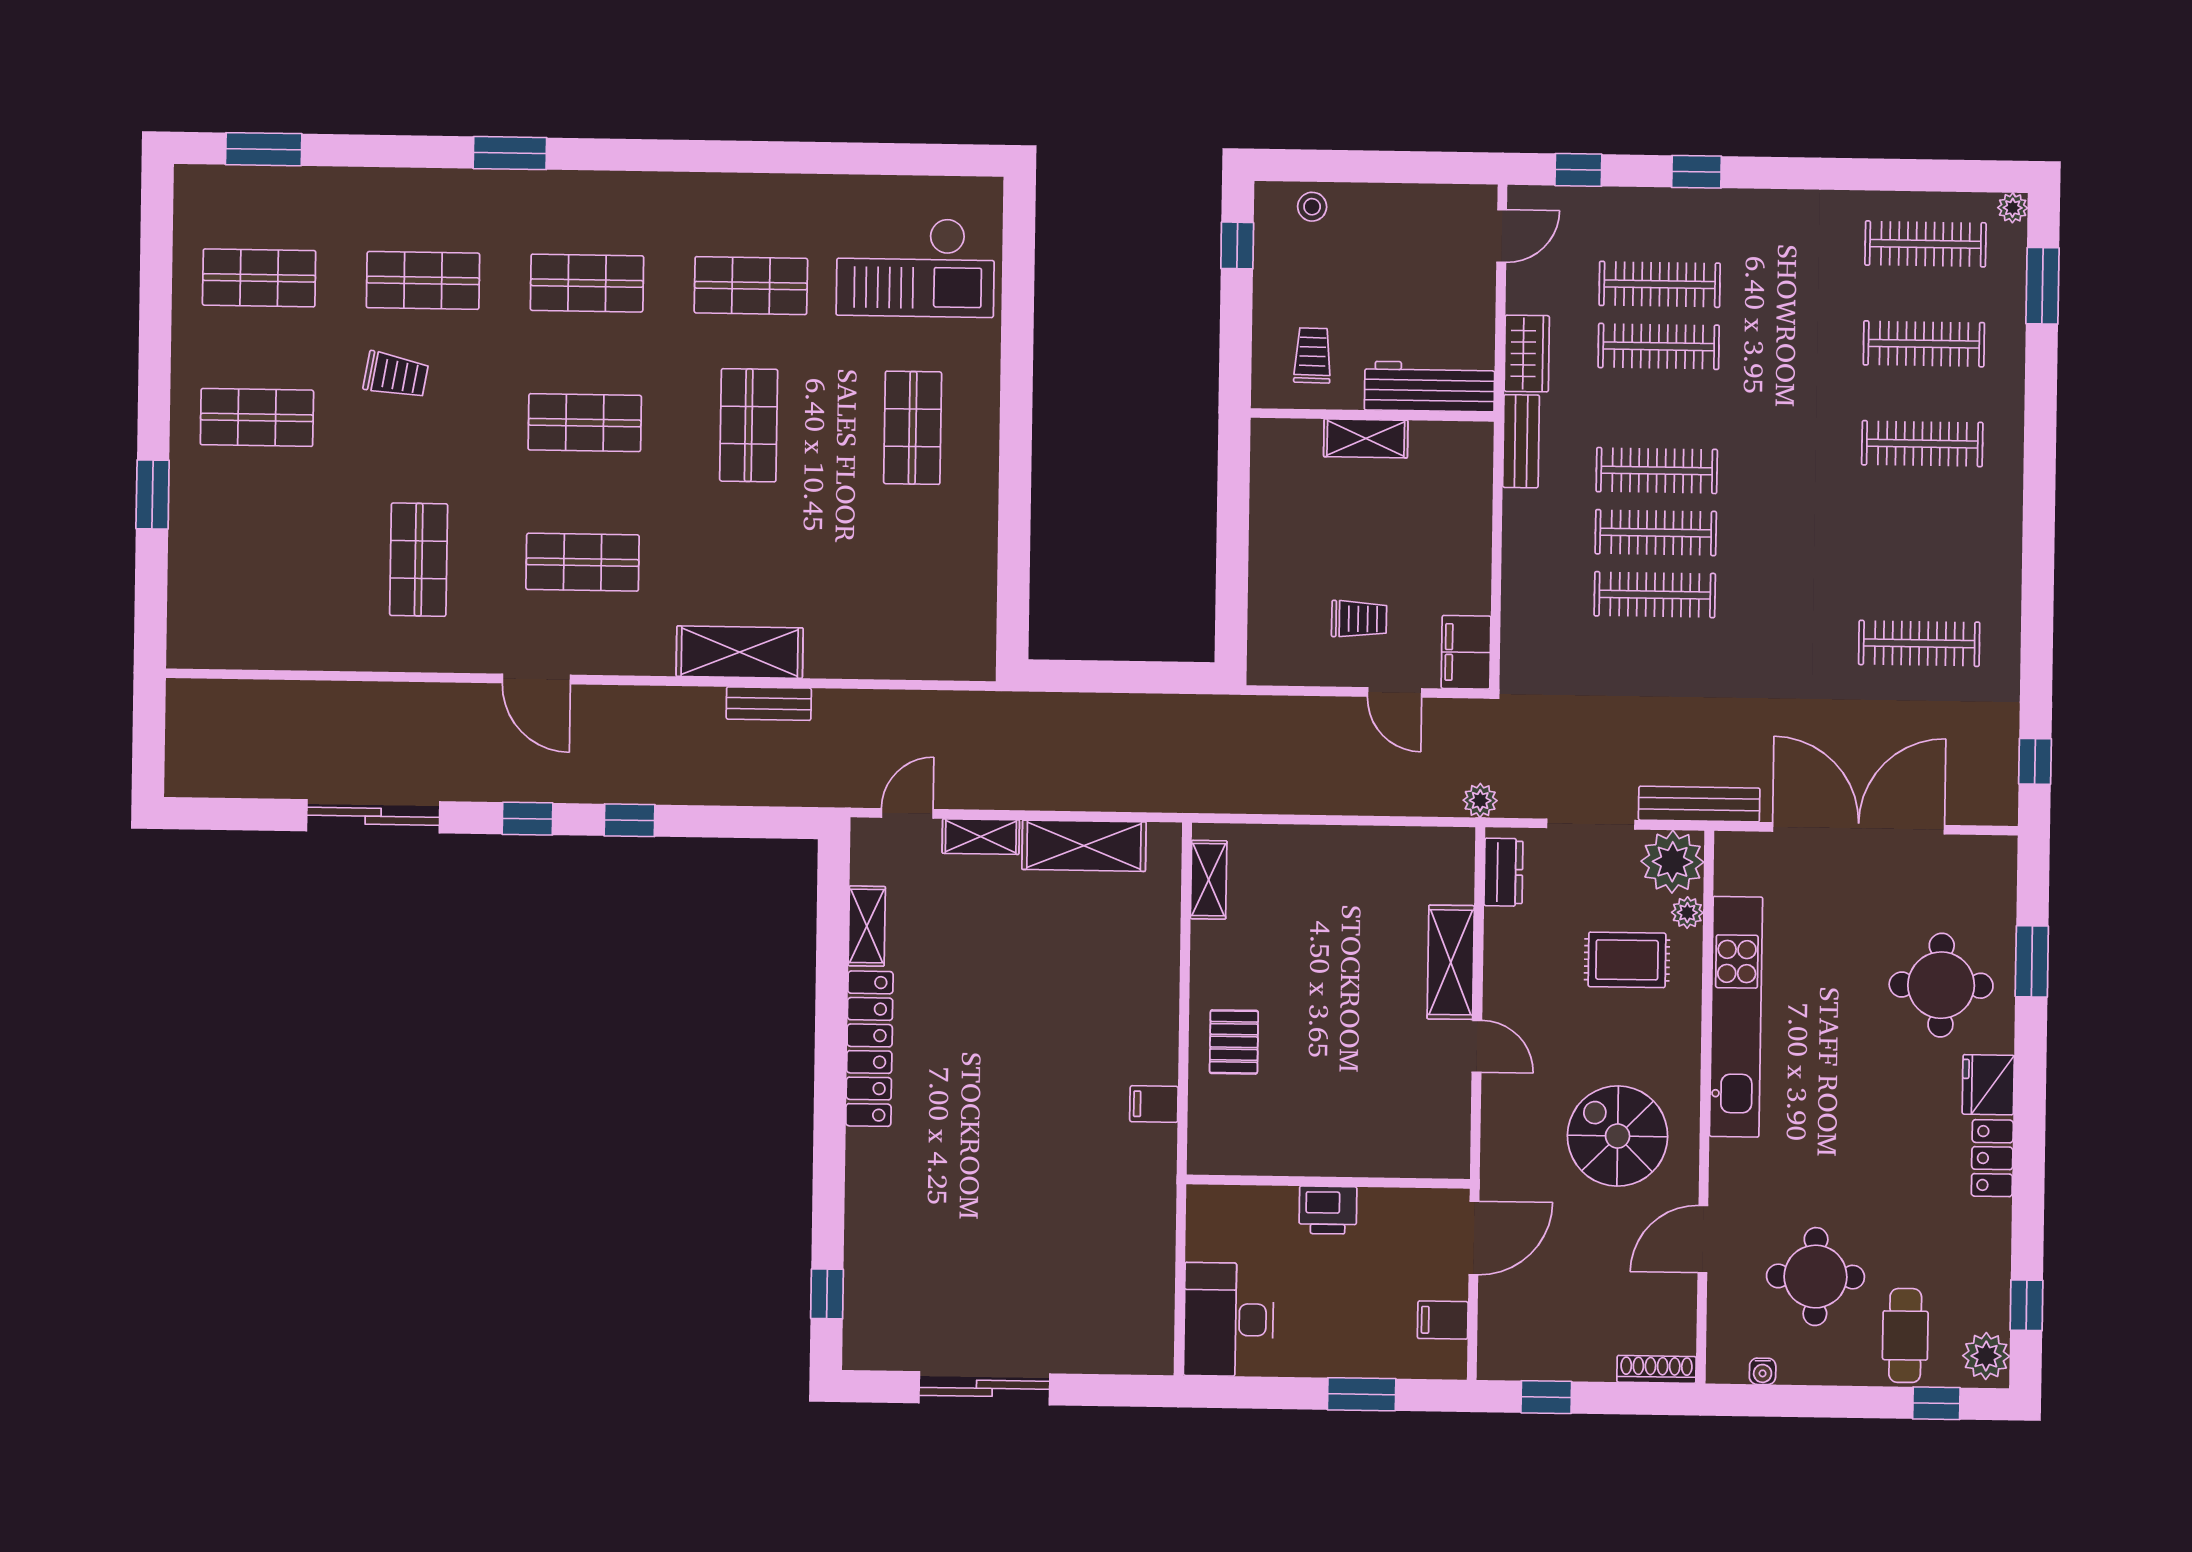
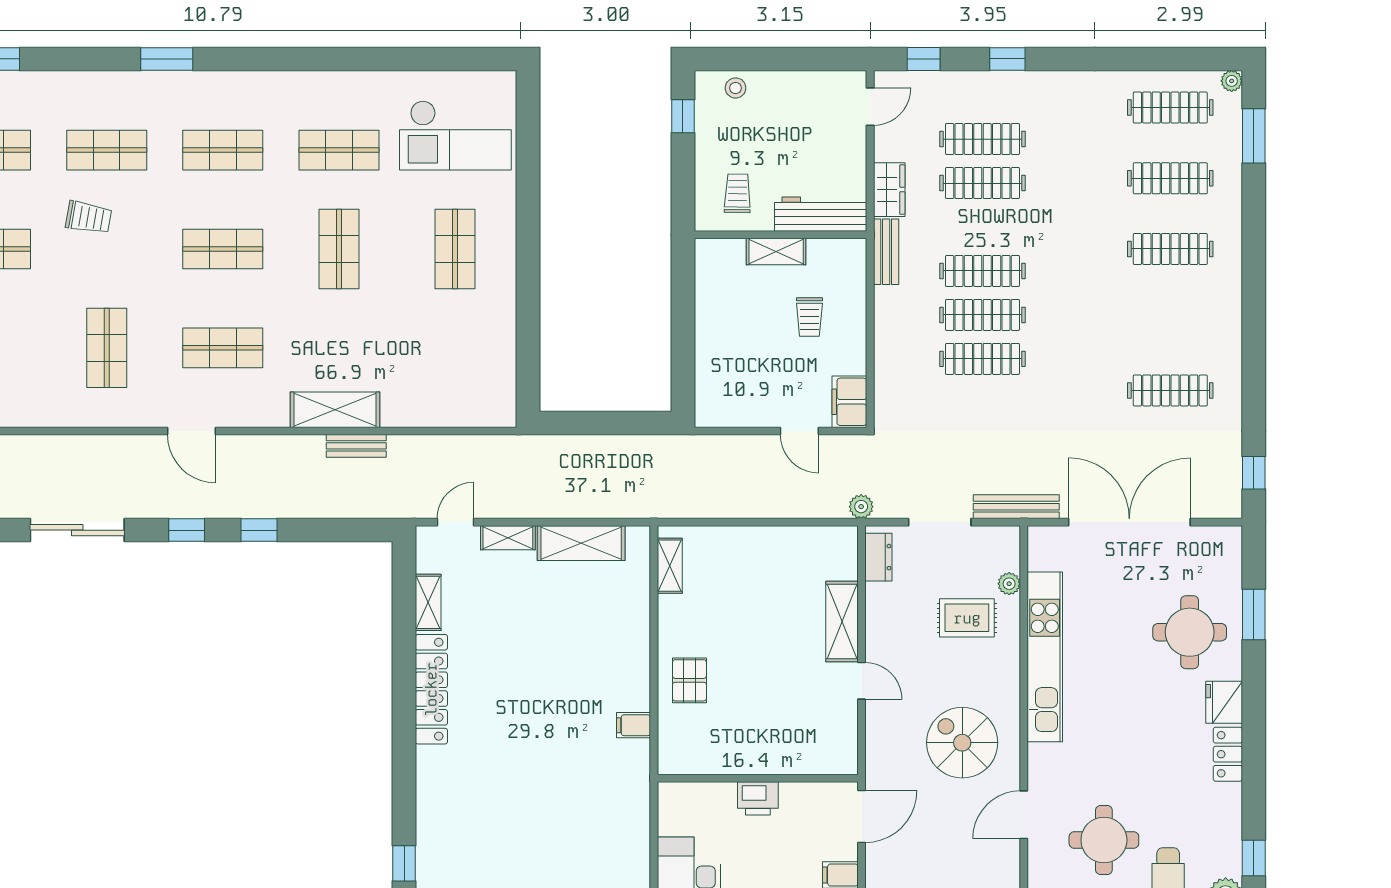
trolley: (1359, 619) -> (809, 317), moved, turned 90
plant: (1672, 862) -> (998, 548), removed

